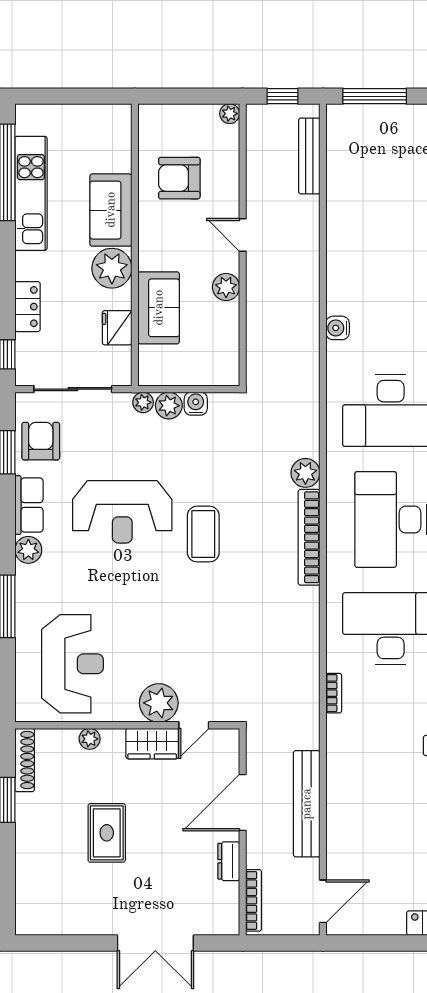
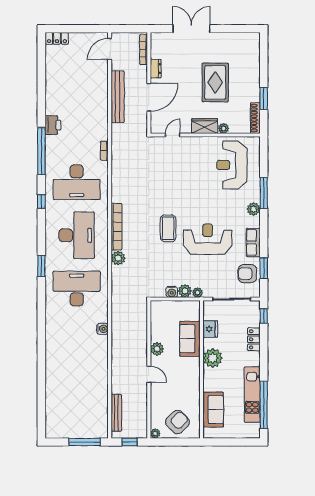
armchair: (179, 178) -> (177, 422), moved, turned -44
sofa: (111, 210) -> (213, 410), moved
armchair: (41, 441) -> (247, 274), turned 90
plant: (28, 550) -> (253, 209), moved
plant: (159, 703) -> (190, 146), removed
wardrobe: (152, 744) -> (205, 126), moved
rug: (107, 833) -> (215, 82), width x1.36, depth x1.43

